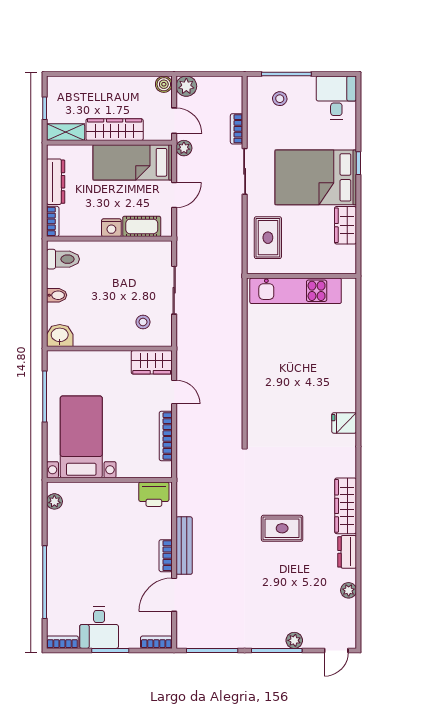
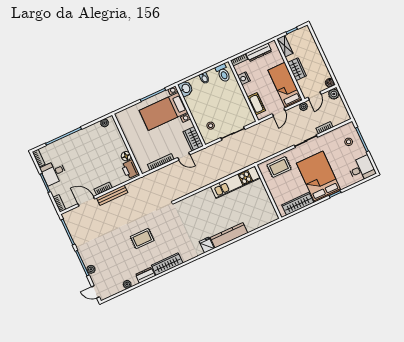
wardrobe: (115, 130) -> (297, 69), width x0.67
door: (174, 195) -> (279, 112), hinge flipped
wardrobe: (345, 225) -> (298, 204), width x1.50
nightstand: (111, 228) -> (244, 78), moved
kitchen unit: (296, 291) -> (235, 182), moved, turned -90
kitchen counter: (345, 377) -> (229, 235), added
door: (174, 392) -> (184, 156), hinge flipped
bed with nightstands: (81, 437) -> (163, 111), moved, turned 180
floor lamp: (128, 491) -> (126, 156), added
rug: (282, 528) -> (142, 239), turned 90

